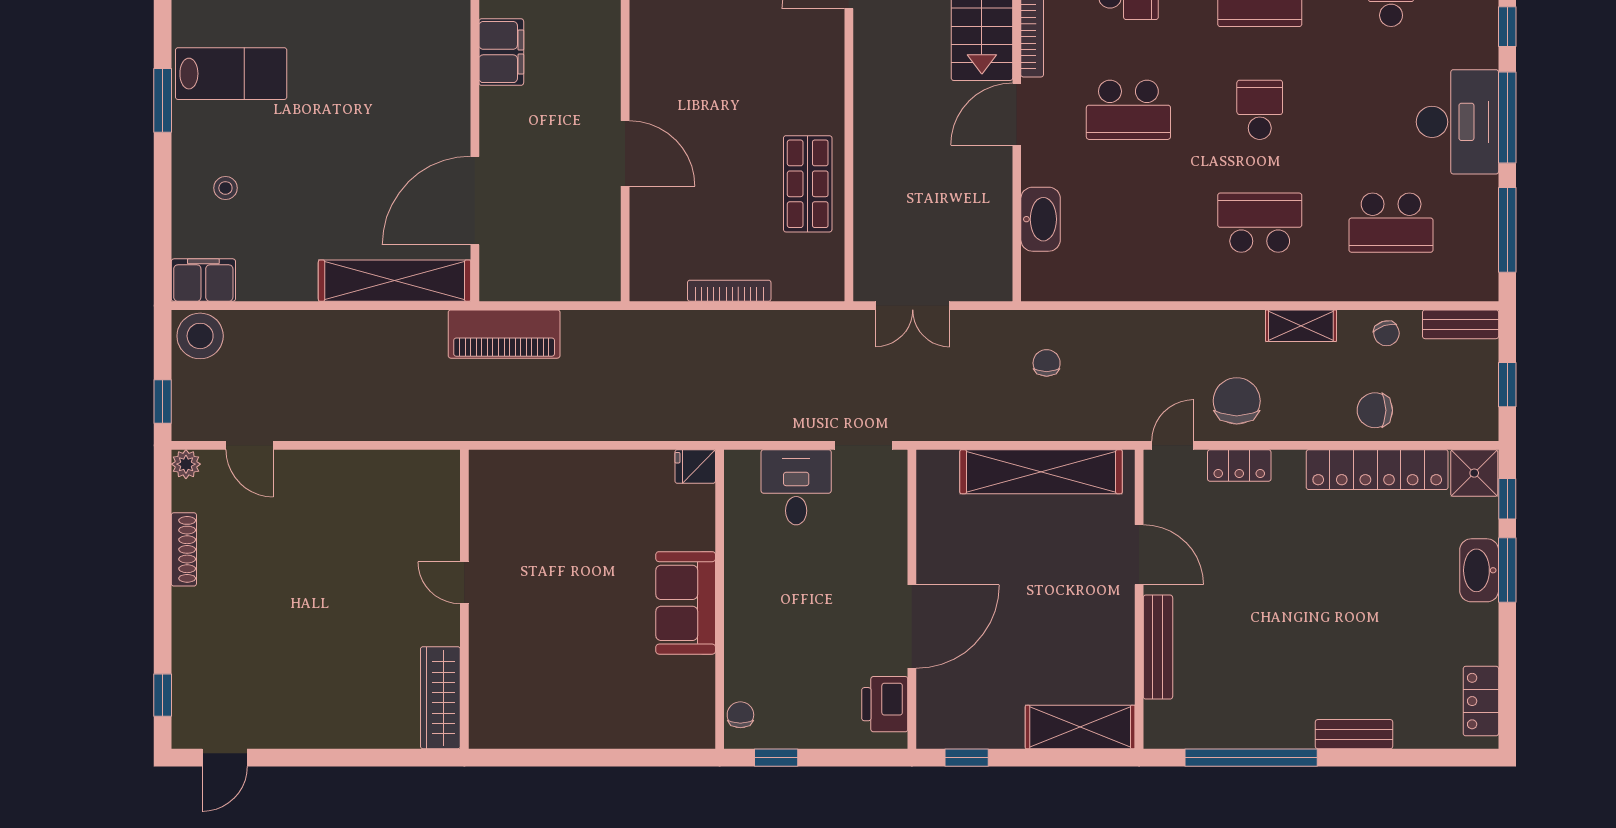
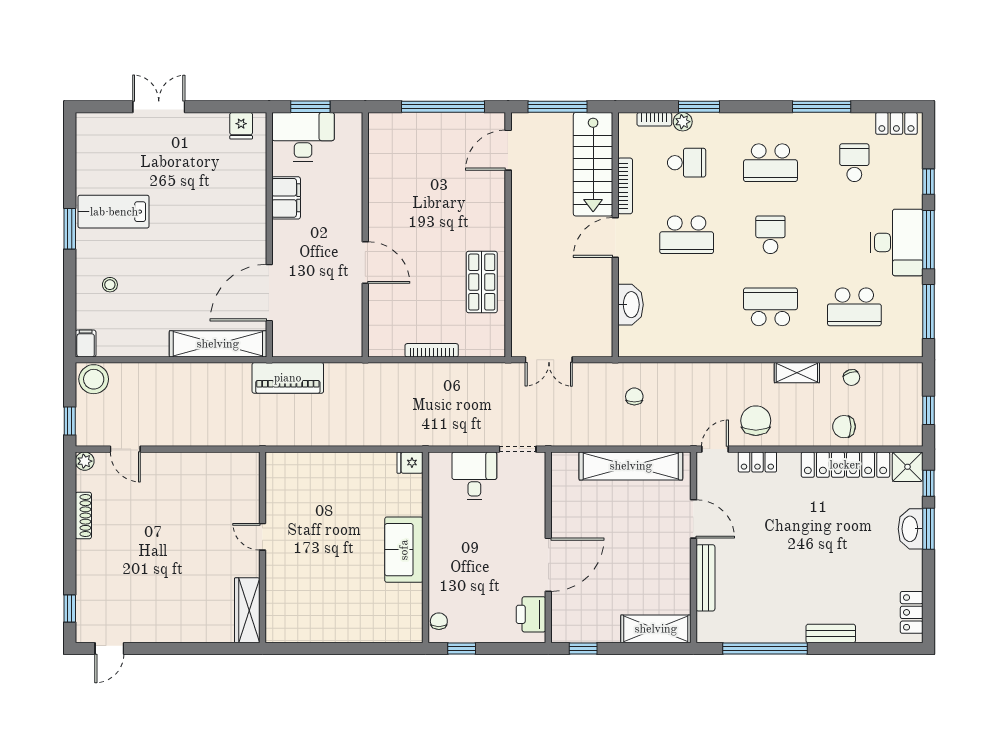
lab bench: (231, 74) -> (114, 212), turned 180
filing cabinet: (203, 280) -> (86, 343), width x0.50
bench: (1461, 324) -> (899, 372), removed

